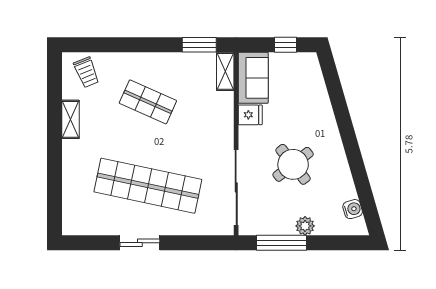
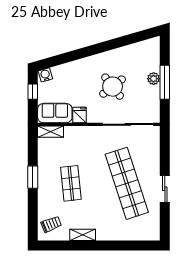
window: (199, 45) -> (33, 177), moved
shop shelf: (148, 102) -> (71, 183), turned -30
shop shelf: (148, 186) -> (127, 183), turned -30
water cooler: (353, 209) -> (45, 75), moved
window: (282, 243) -> (165, 82), moved

